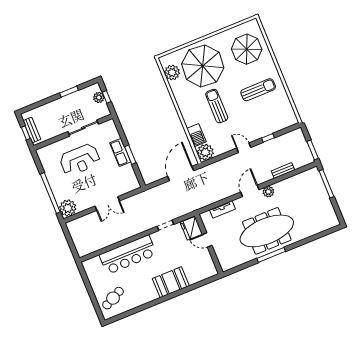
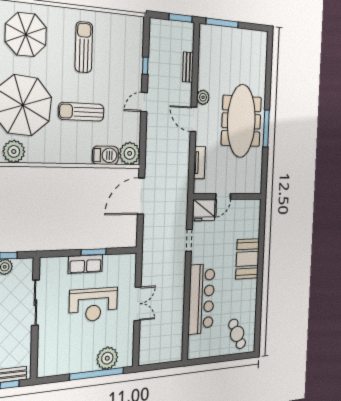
reception desk: (80, 160) -> (93, 305), moved, turned 90
door: (181, 174) -> (141, 196), hinge flipped
plant: (68, 208) -> (107, 358), moved

